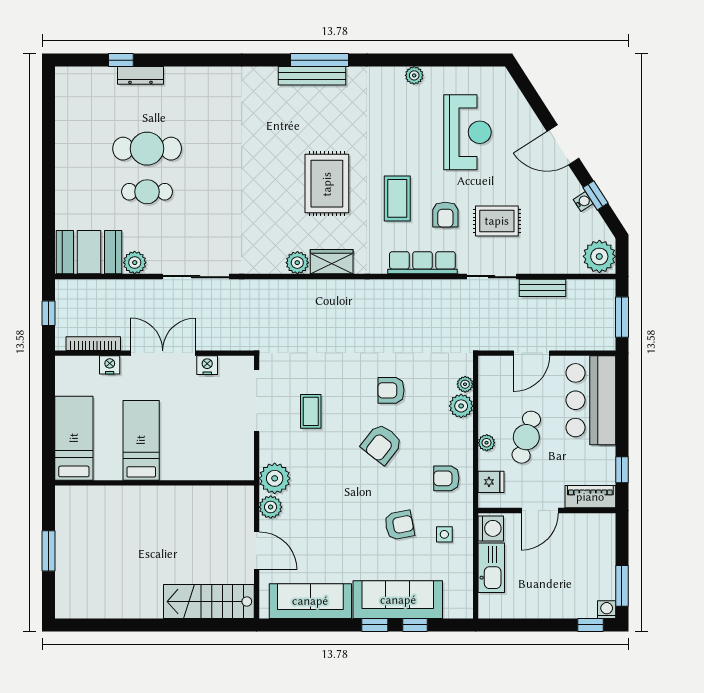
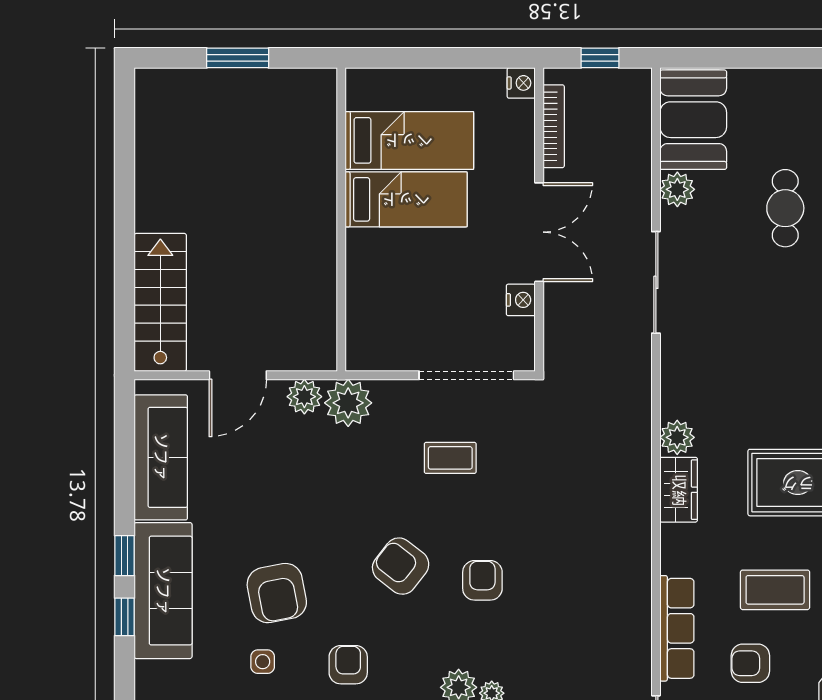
nightstand: (110, 365) -> (521, 83), moved
bed: (74, 438) -> (409, 140), moved
armchair: (399, 525) -> (277, 593), width x1.38, depth x1.38

